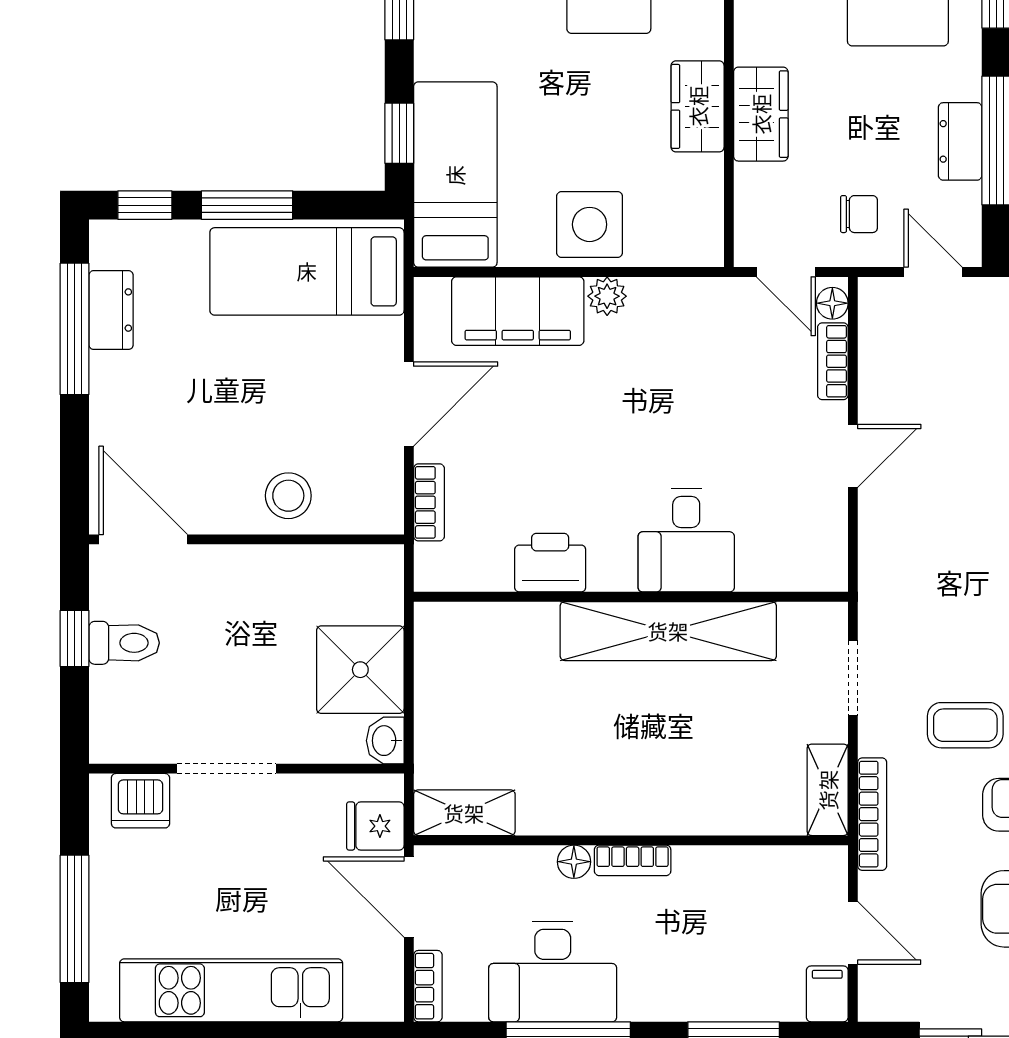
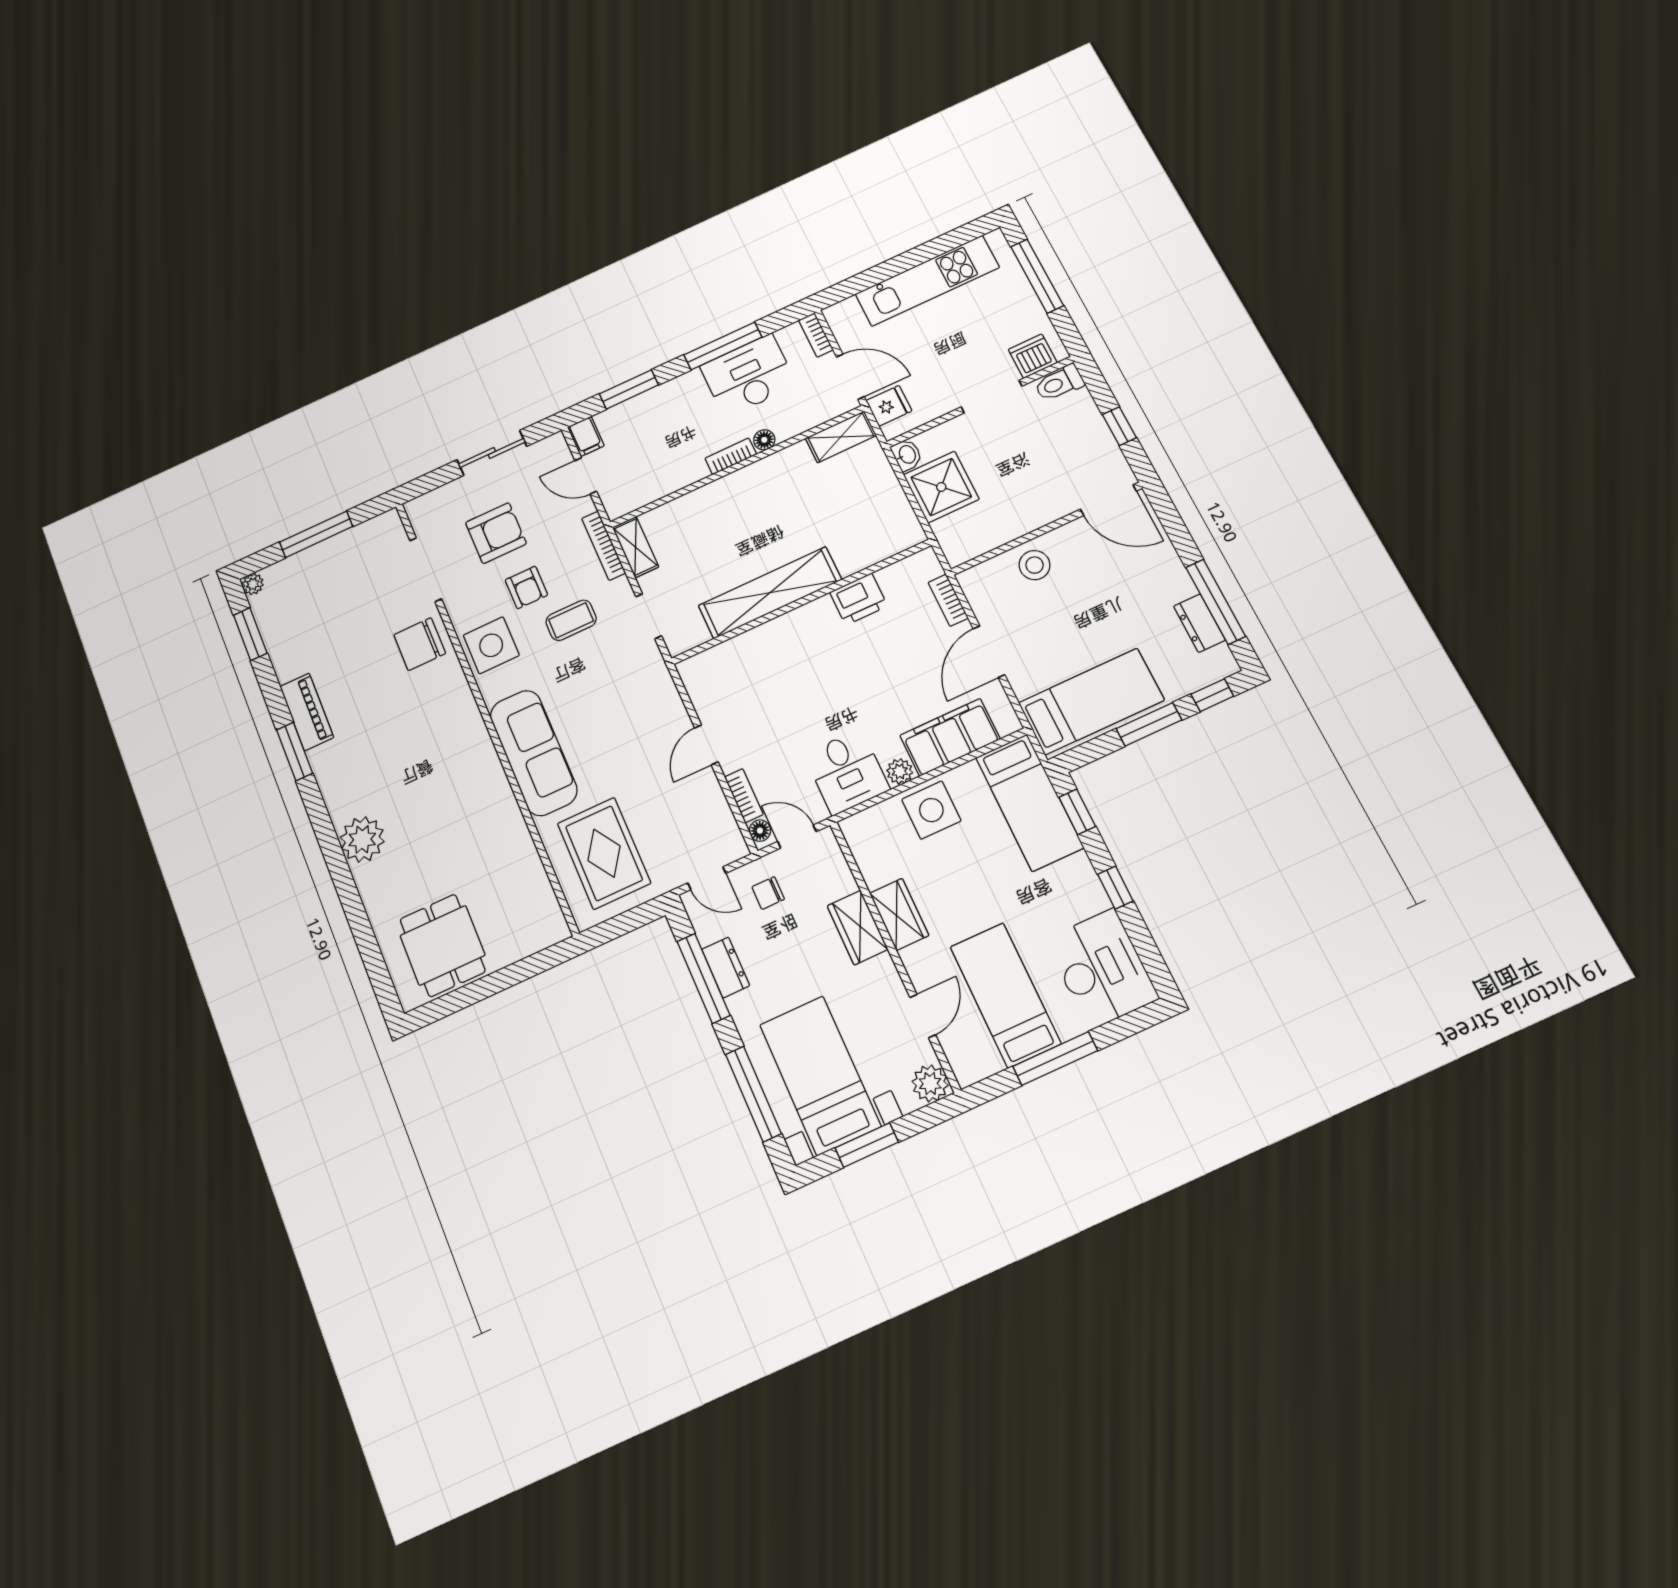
desk: (686, 540) -> (847, 772), moved, turned 180
toilet: (124, 643) -> (1059, 383), moved

